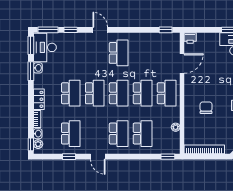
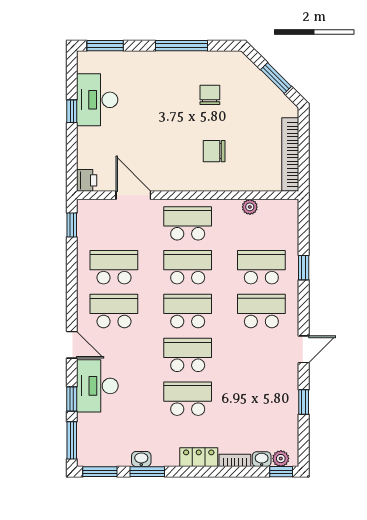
door: (100, 30) -> (72, 345), swing flipped
desk: (45, 47) -> (97, 386), moved, turned 90
school desk: (71, 134) -> (114, 267), moved
window: (168, 157) -> (304, 268), moved

